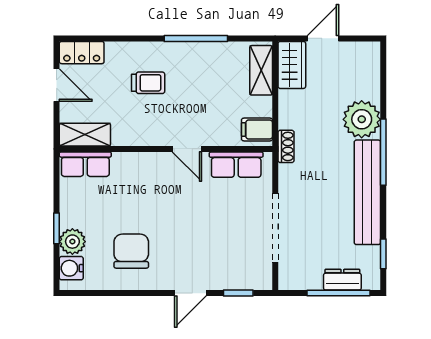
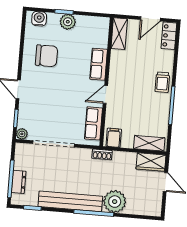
trolley: (148, 83) -> (162, 82), moved
row of seats: (85, 164) -> (99, 64), moved
plant: (72, 242) -> (68, 22), moved
plant: (263, 281) -> (22, 134), added

